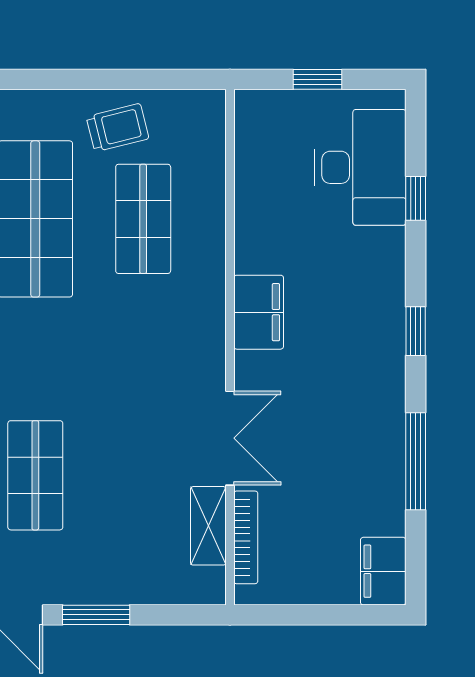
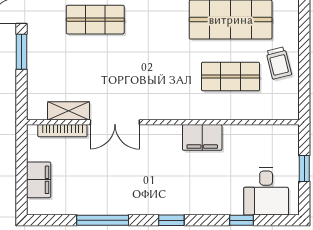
desk: (360, 167) -> (266, 191), width x0.73
filing cabinet: (259, 312) -> (202, 137), moved
filing cabinet: (383, 571) -> (39, 180), moved, turned 90

